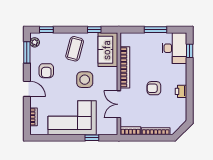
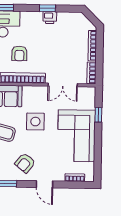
armchair: (46, 71) -> (25, 163), turned 129
armchair: (154, 88) -> (19, 53), moved
door: (27, 89) -> (45, 184), swing flipped
window: (190, 89) -> (47, 8), added

